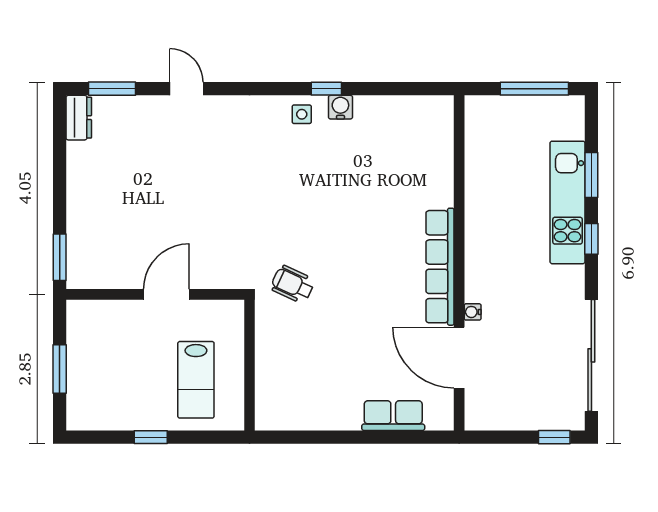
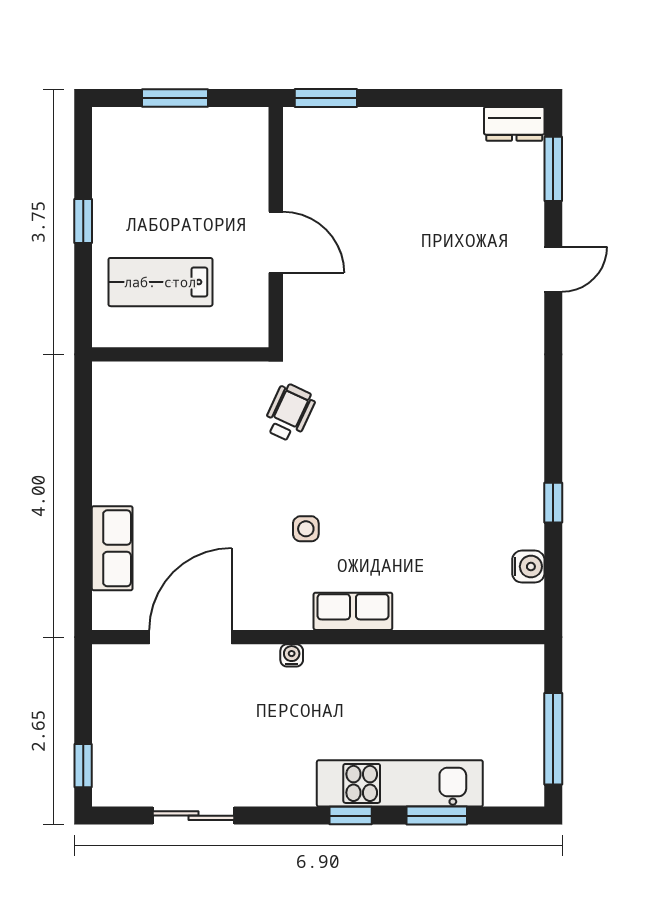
window: (326, 89) -> (553, 503), moved
water cooler: (340, 107) -> (528, 567), moved
side table: (302, 114) -> (306, 529), moved
row of seats: (440, 267) -> (353, 611), width x0.50
water cooler: (473, 312) -> (292, 655), moved
sliding door: (591, 355) -> (193, 816), width x0.54

